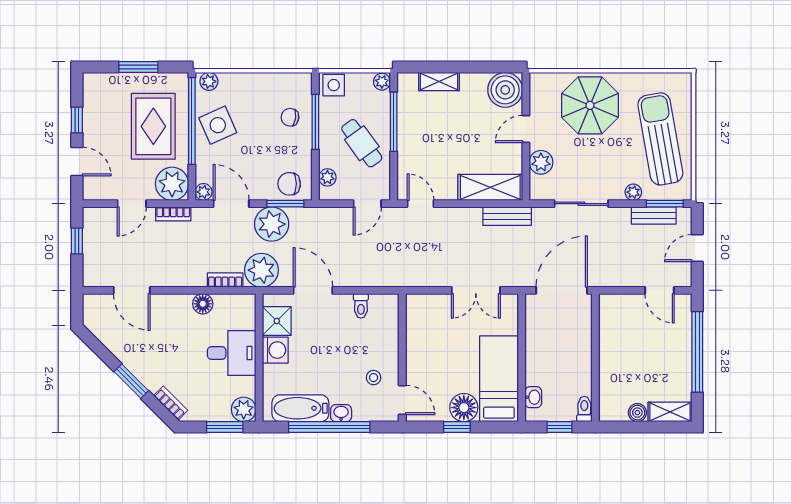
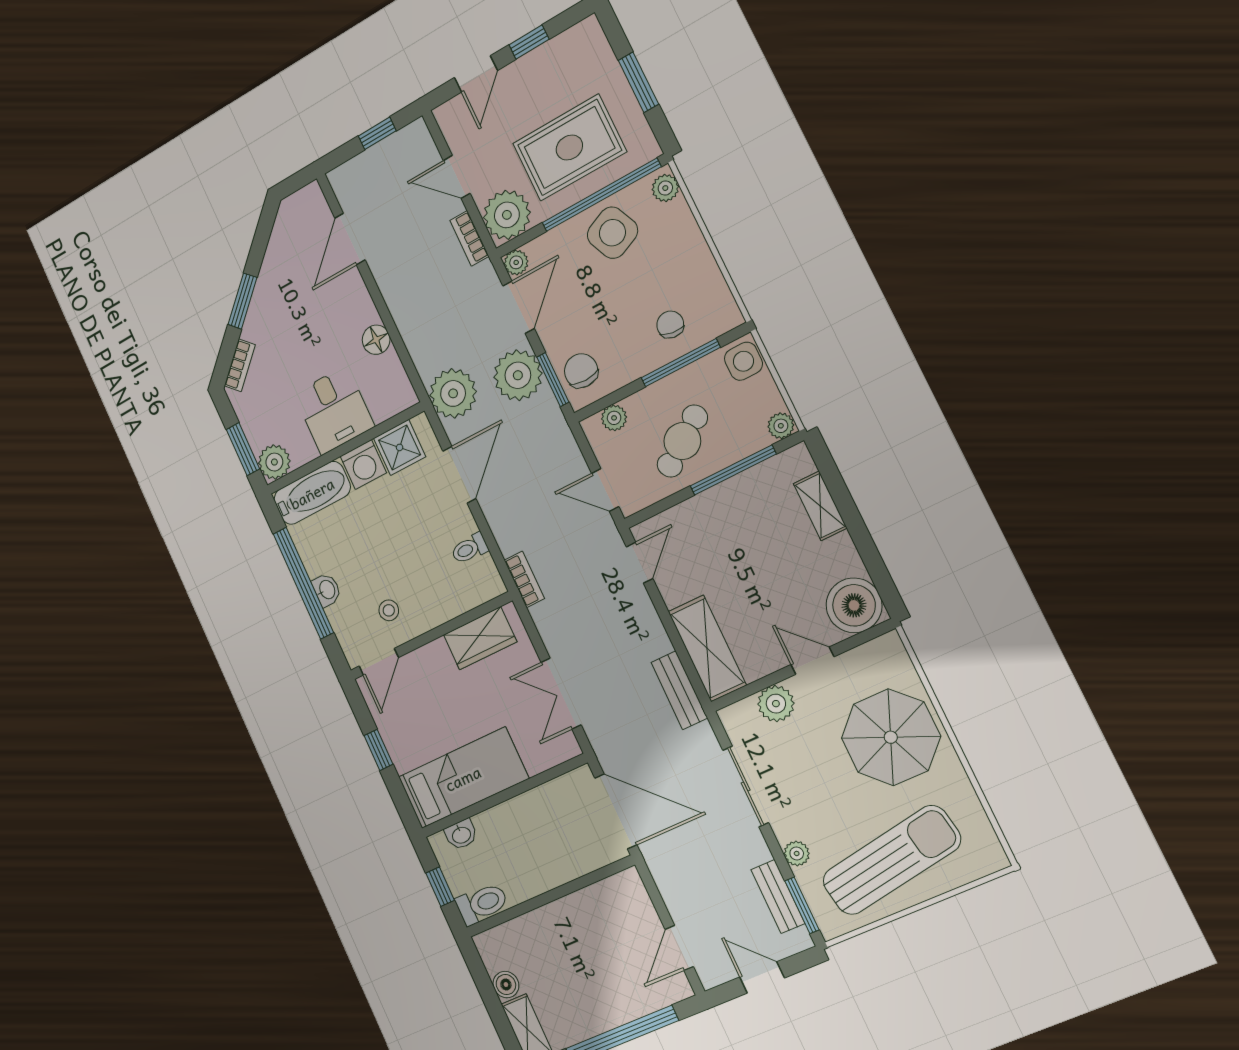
bookcase: (225, 280) -> (524, 579), moved
wardrobe: (419, 326) -> (480, 638), added
bathtub: (300, 408) -> (312, 493), moved, turned 90
floor lamp: (464, 408) -> (406, 748), removed
toilet: (584, 409) -> (482, 904), width x1.37, depth x1.39

